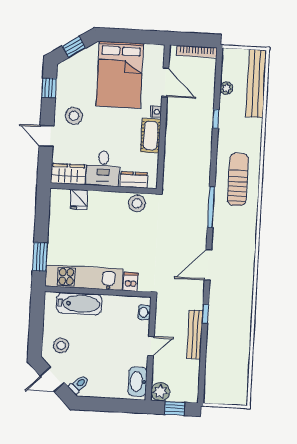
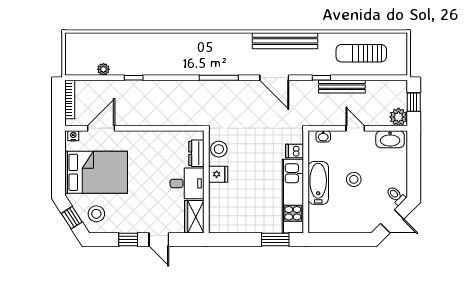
bench: (256, 83) -> (285, 41), moved
window: (49, 88) -> (128, 240), moved
nightstand: (156, 112) -> (73, 136), moved
stool: (74, 116) -> (96, 214), moved
door: (46, 136) -> (159, 240), hinge flipped
cot: (151, 136) -> (153, 140), removed
sun lounger: (238, 179) -> (361, 53), moved
fridge: (79, 199) -> (218, 174), moved
bathtub: (79, 304) -> (318, 183), moved
stool: (61, 345) -> (354, 179), moved
door: (52, 379) -> (392, 221), hinge flipped

